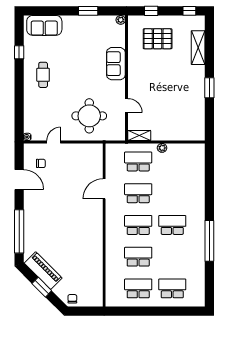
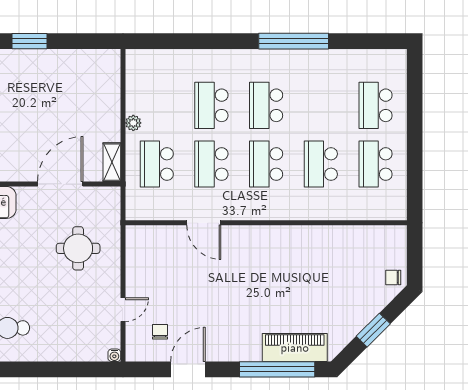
door: (127, 106) -> (60, 184), width x1.87
round table: (89, 116) -> (78, 248), width x0.73, depth x0.73
door: (54, 142) -> (123, 310), swing flipped
school desk: (172, 193) -> (211, 105), added
piano: (43, 271) -> (295, 348), moved, turned 45

